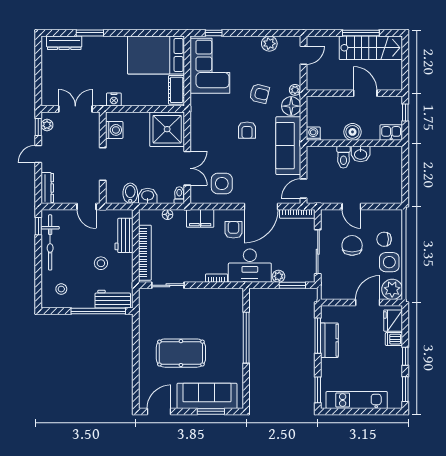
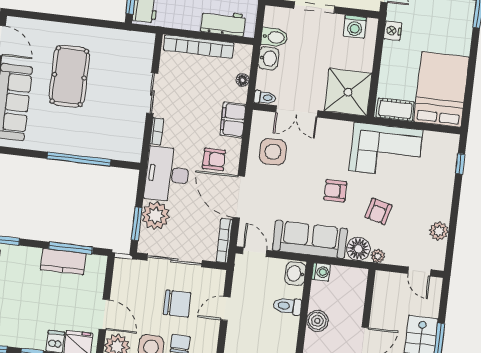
corner sofa: (210, 66) -> (386, 150), moved
washbasin: (361, 154) -> (295, 274), moved
plant: (278, 276) -> (156, 216), width x1.87, depth x1.87
sliding door: (168, 285) -> (152, 93), moved

